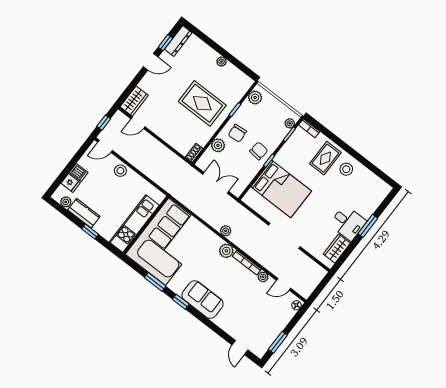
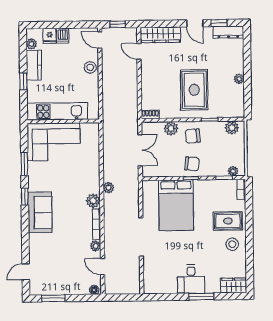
wardrobe: (134, 101) -> (160, 35), width x1.50
corner sofa: (167, 242) -> (54, 142), width x0.73, depth x0.74
wardrobe: (337, 249) -> (234, 285), moved

